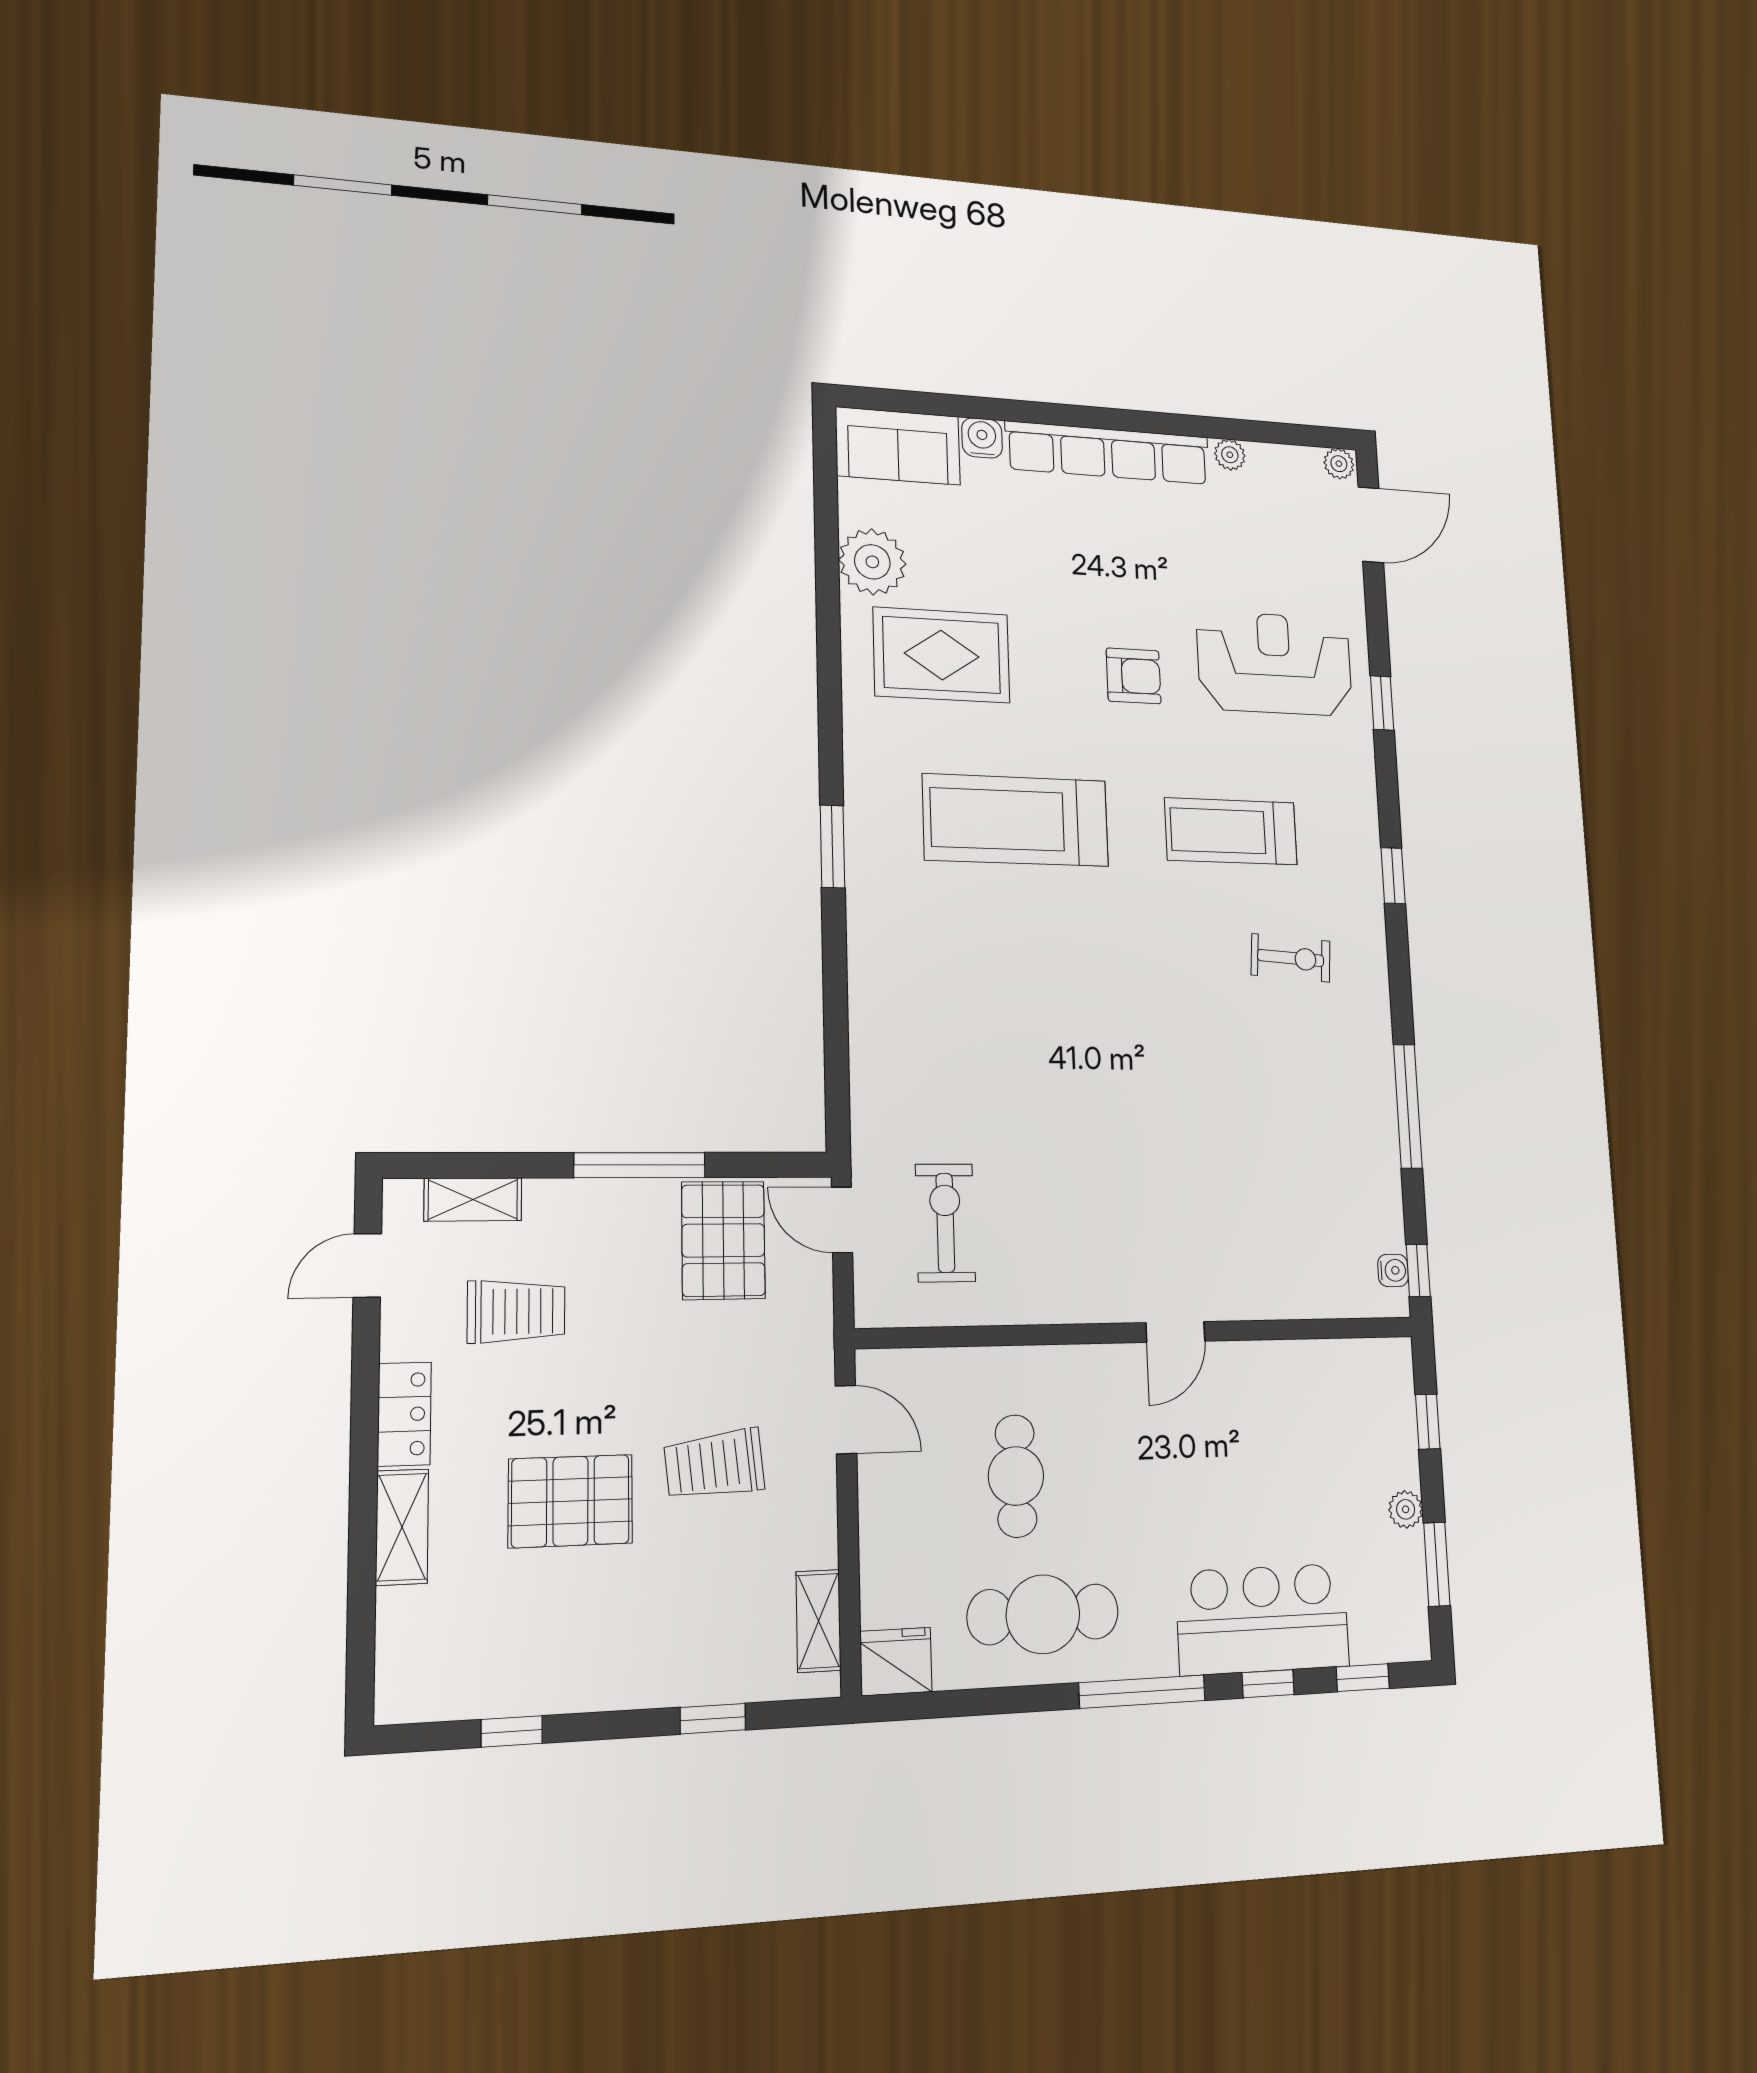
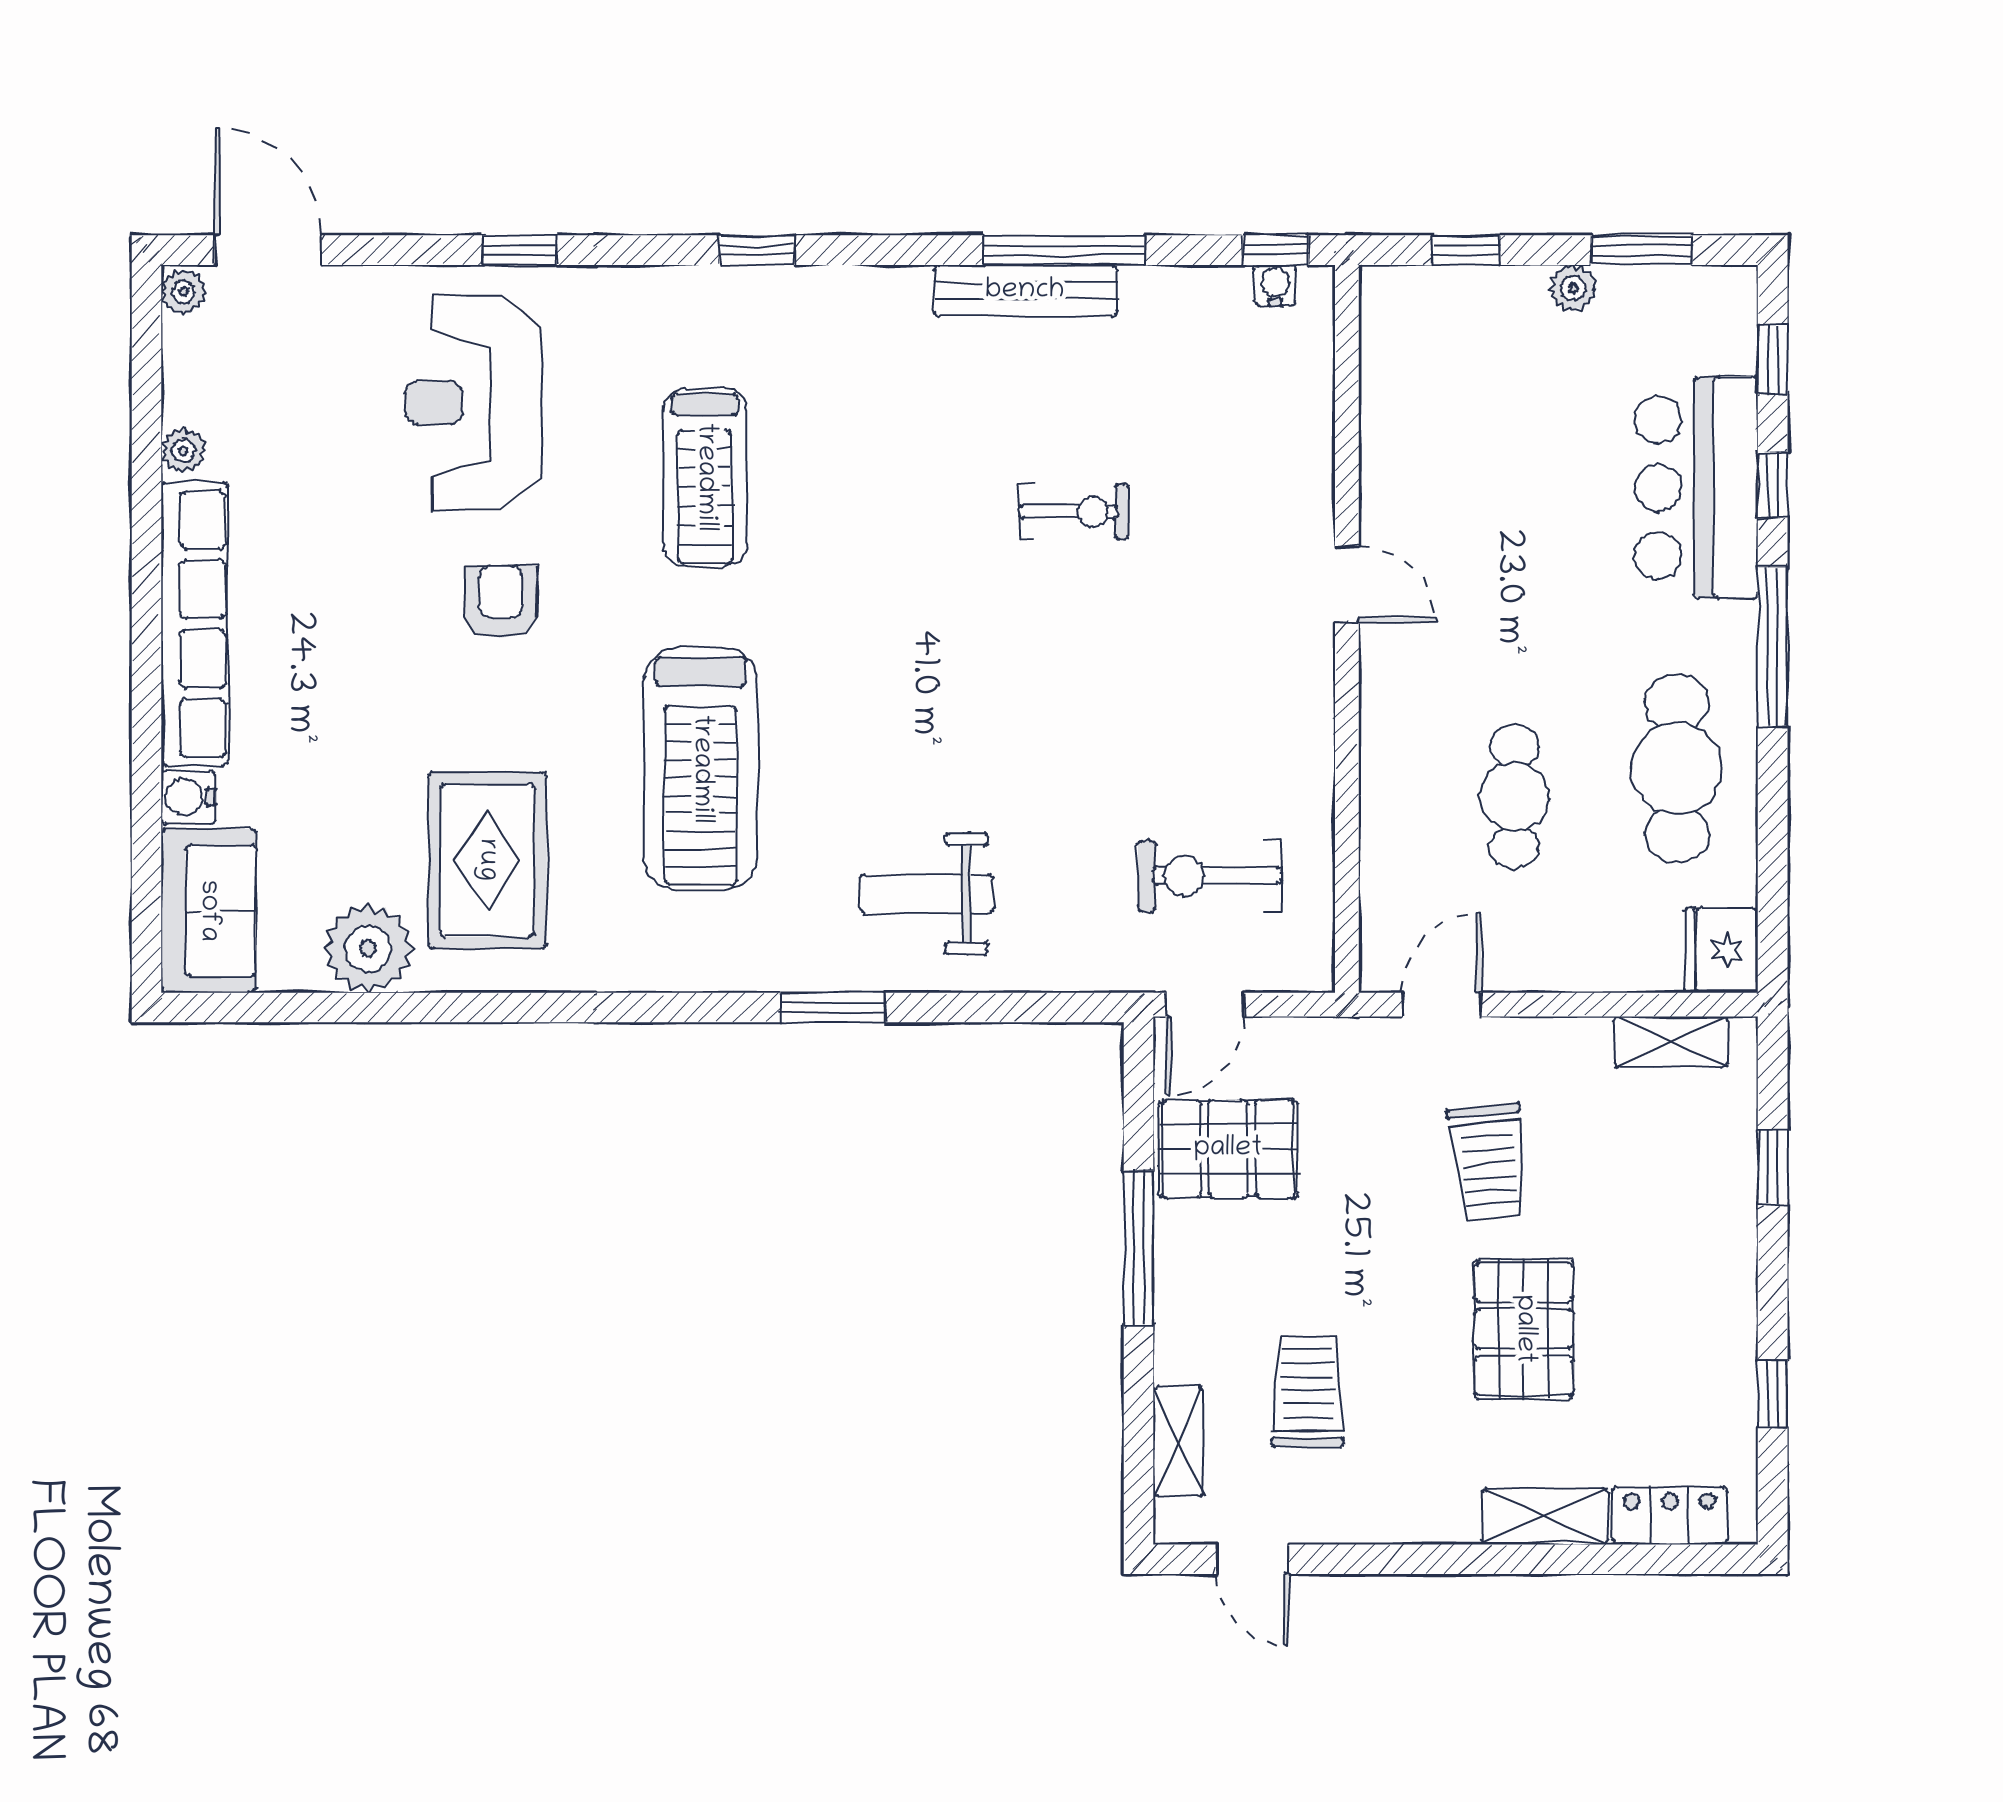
window: (832, 846) -> (832, 1007), moved
exercise bike: (1291, 958) -> (1074, 512), moved, turned 86
weight bench: (925, 994) -> (927, 894), added
bench: (1377, 1077) -> (1025, 291), added
locker: (404, 1414) -> (1670, 1516), moved
cafe table: (1016, 1476) -> (1514, 796), turned 90

